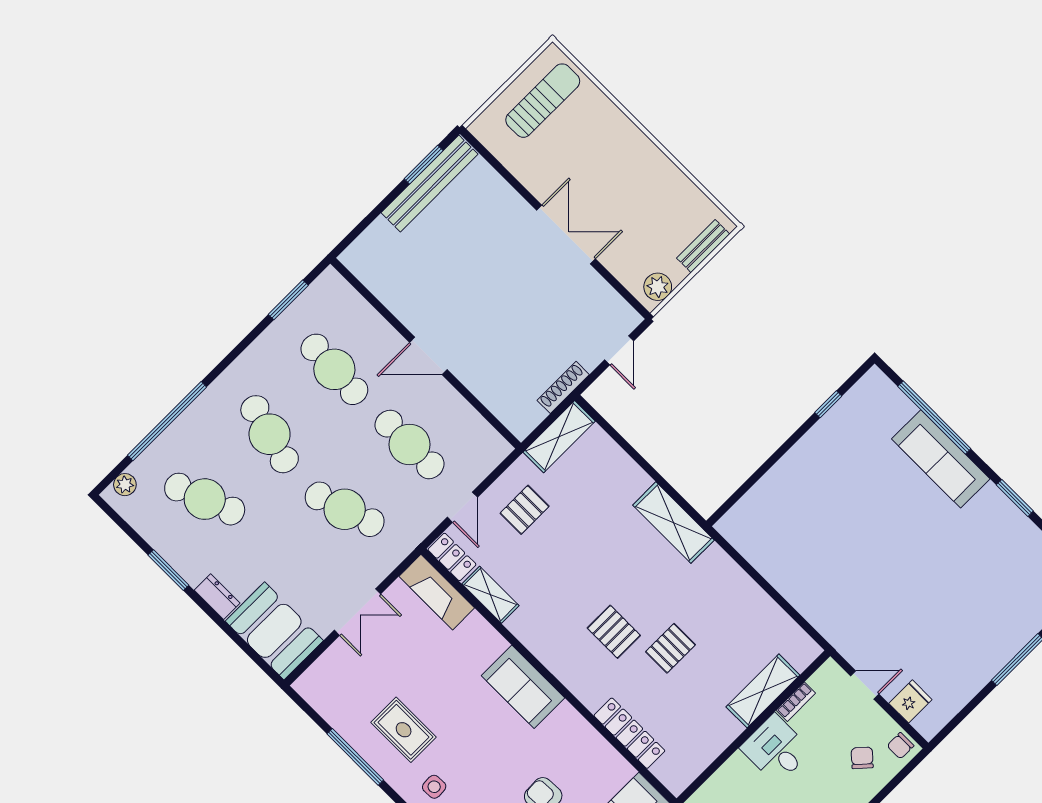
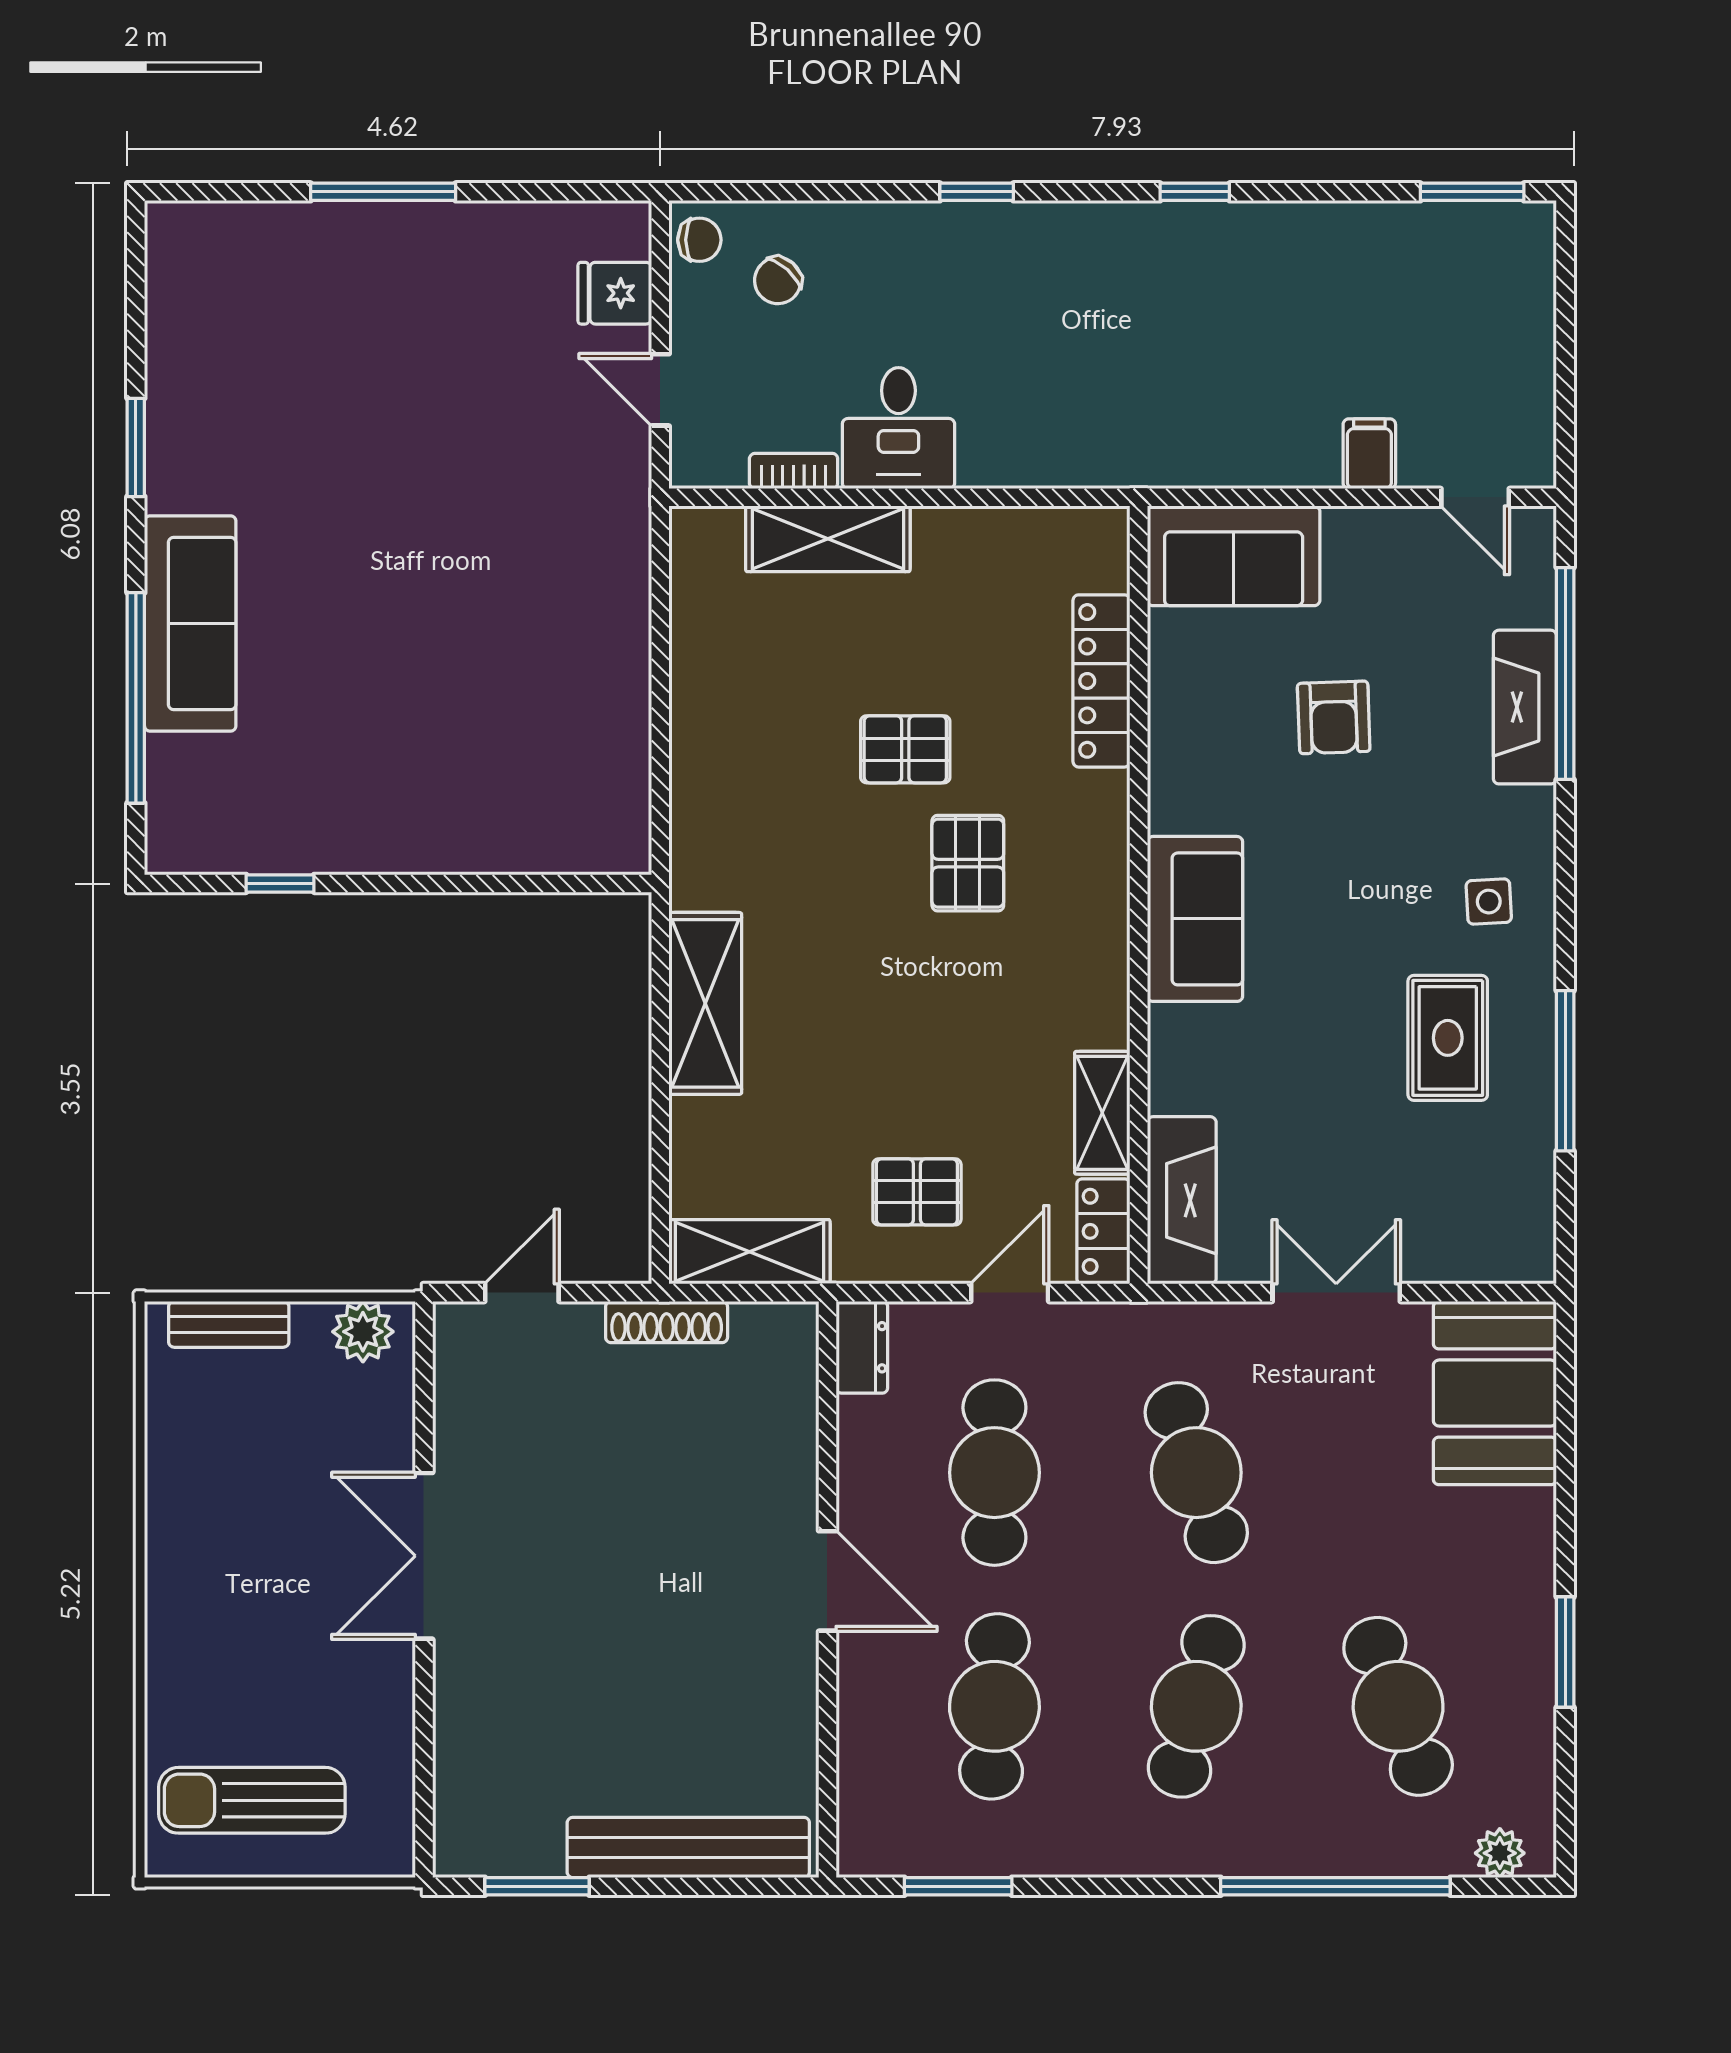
bench: (430, 183) -> (688, 1847), moved
shelving: (673, 523) -> (705, 1003), moved
dresser: (217, 597) -> (862, 1347), moved, turned 180

